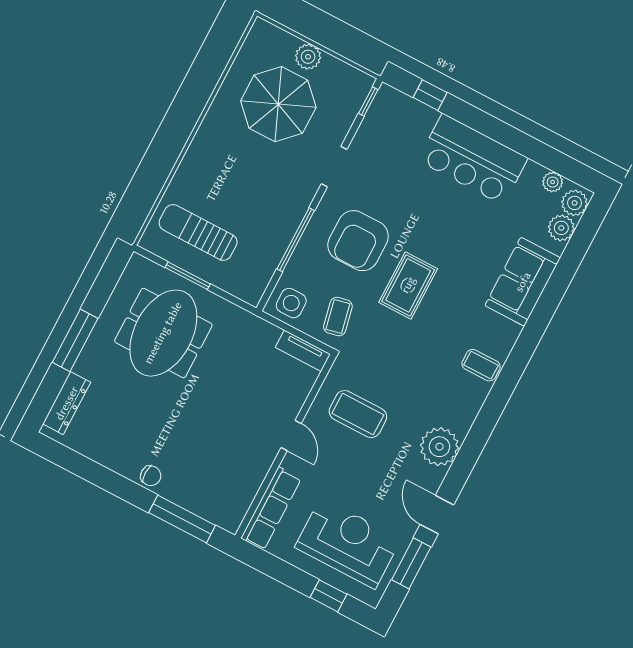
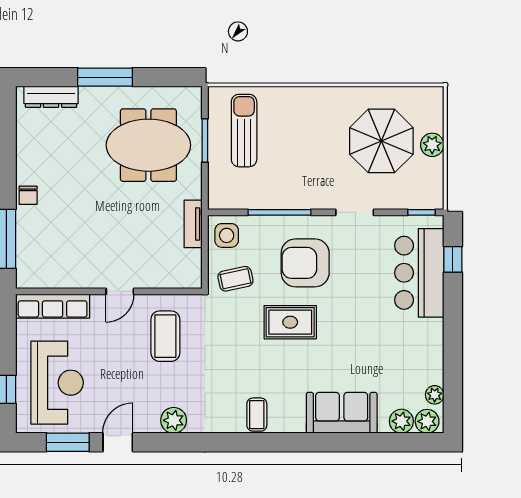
bar counter: (473, 159) -> (419, 273), moved
tv unit: (303, 351) -> (193, 224), moved
plant: (439, 447) -> (174, 420), width x0.73, depth x0.73

